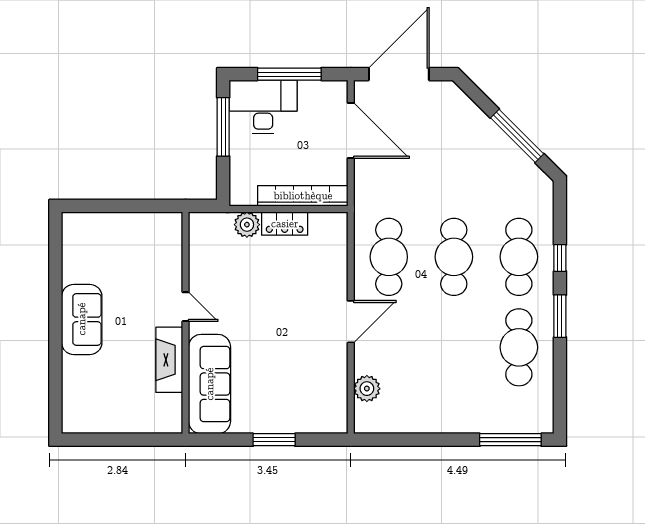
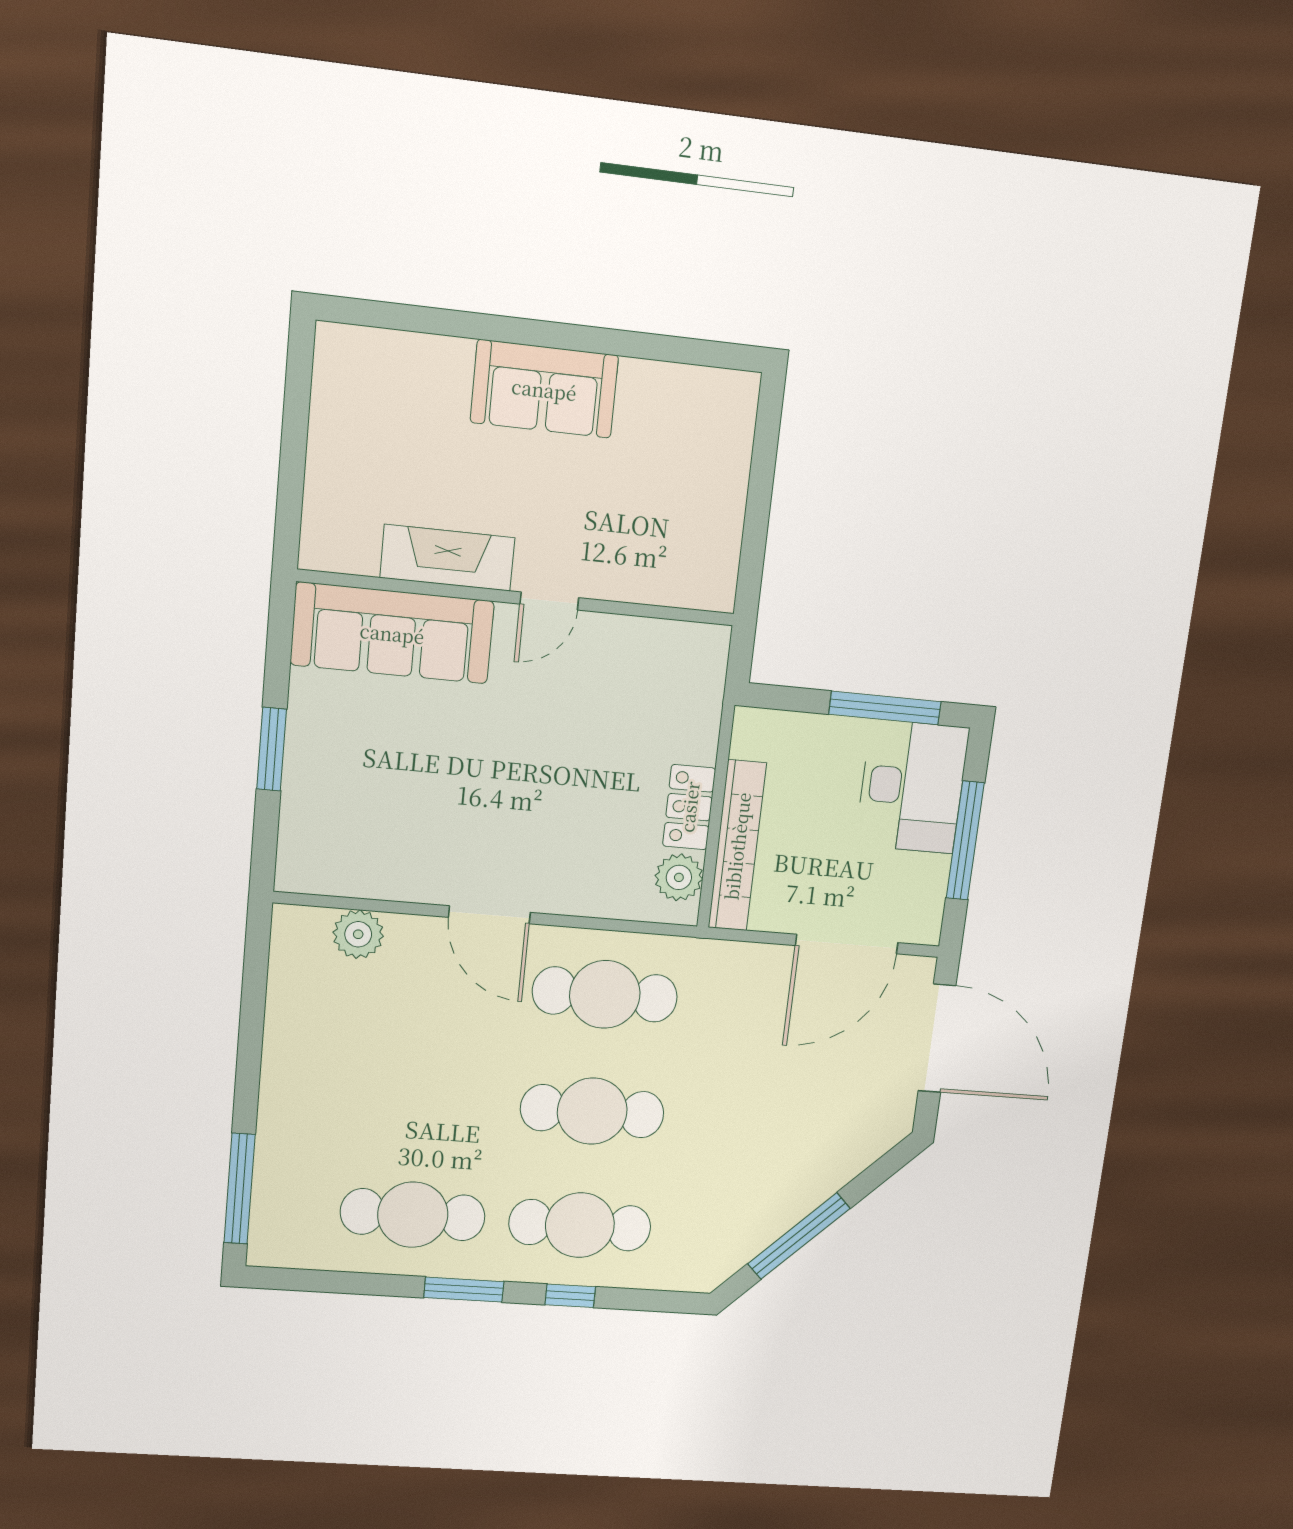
plant: (247, 225) -> (679, 877), moved

